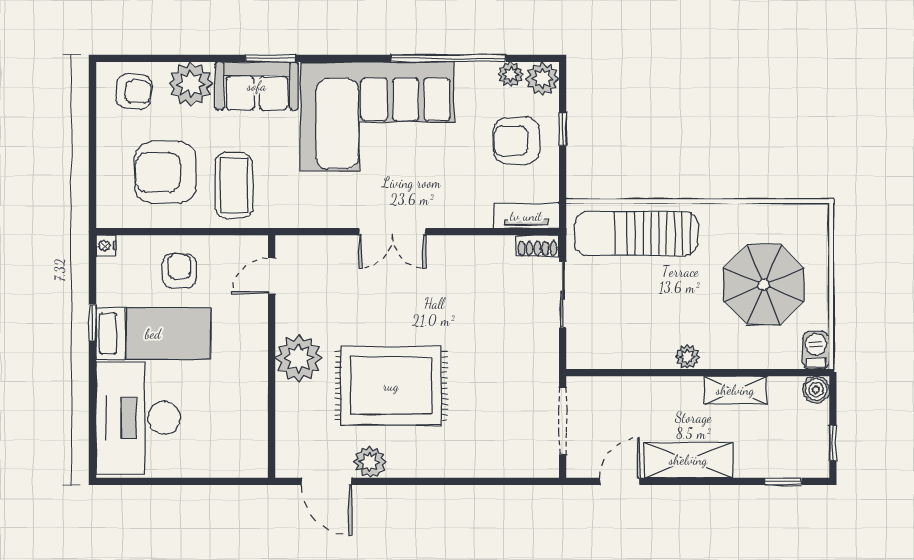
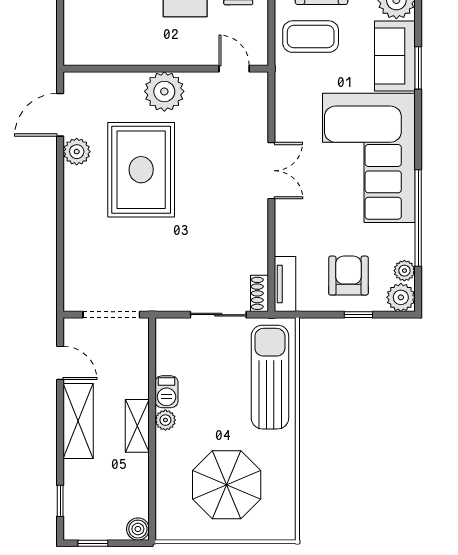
double door: (392, 232) -> (271, 171), swing flipped
barbecue: (816, 350) -> (167, 392), moved, turned 90
shelving: (735, 390) -> (137, 426), moved

